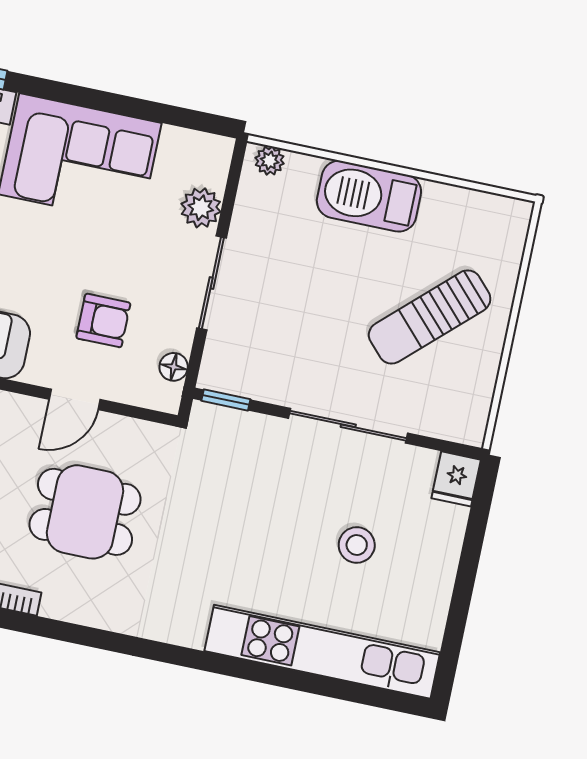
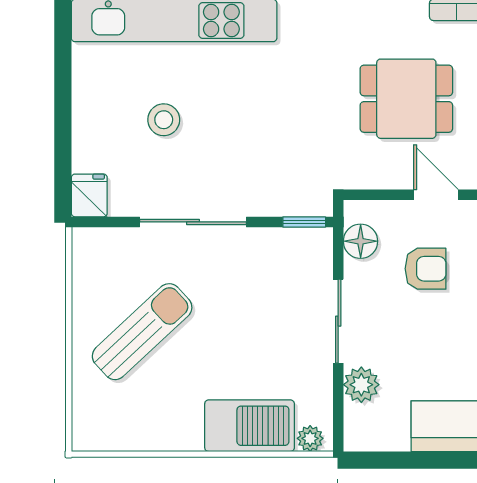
barbecue: (369, 196) -> (250, 426), moved
armchair: (103, 320) -> (426, 269), turned 180
floor lamp: (174, 367) -> (361, 241), width x1.37, depth x1.37
door: (75, 399) -> (436, 195), hinge flipped

